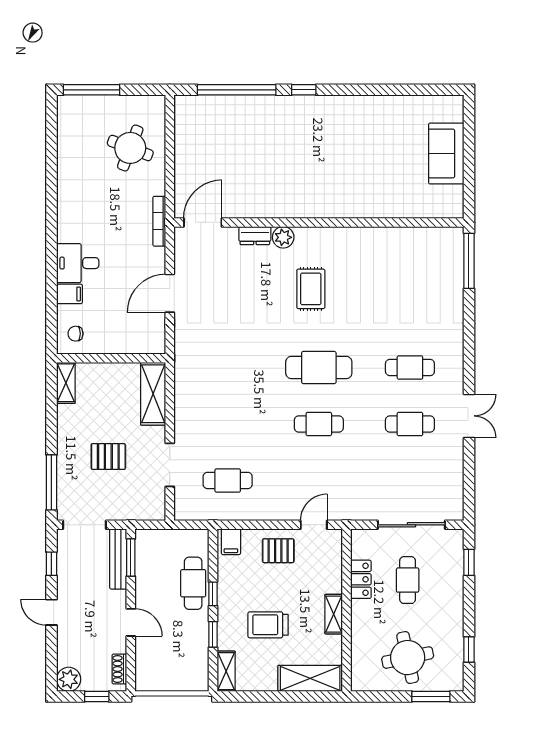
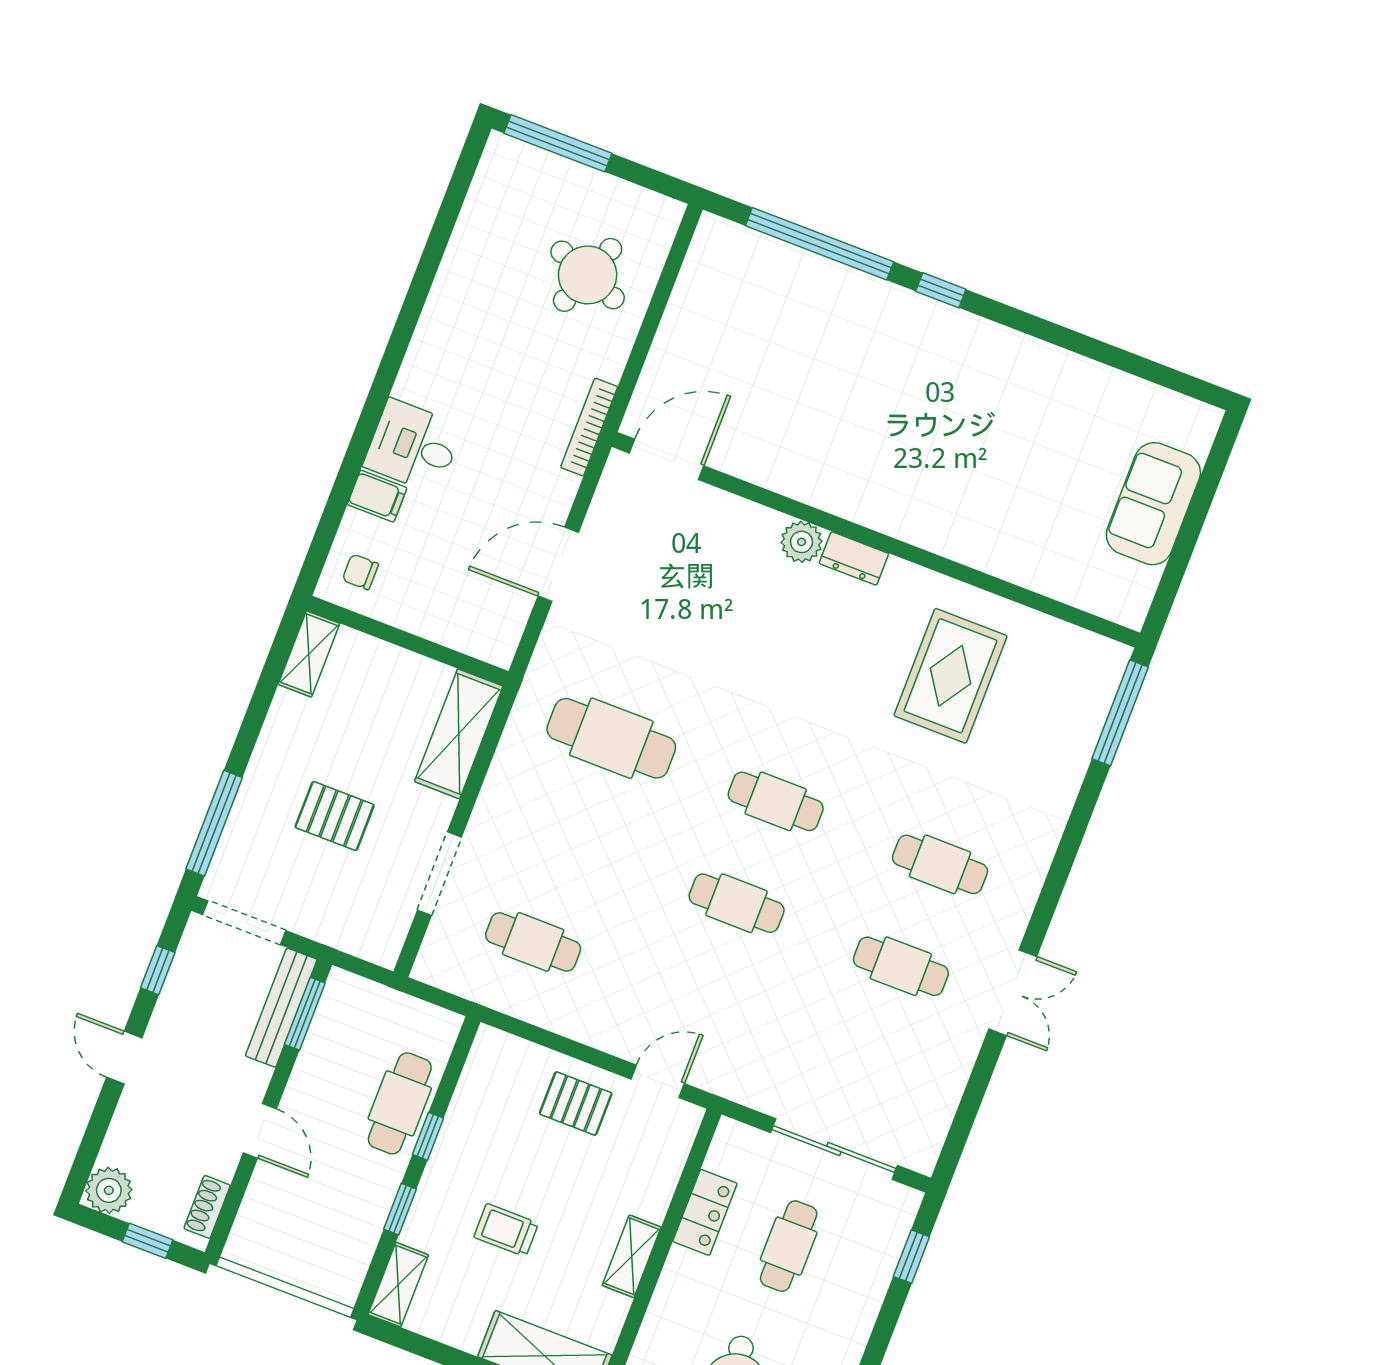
dresser: (255, 236) -> (854, 558), moved
rug: (311, 289) -> (951, 676), moved, width x1.36, depth x1.43
cafe table: (228, 367) -> (611, 738), added
cafe table: (319, 367) -> (776, 801), width x0.73, depth x0.74
filing cabinet: (231, 542) -> (497, 1055), removed
trolley: (268, 625) -> (506, 1230), width x0.73, depth x0.72

